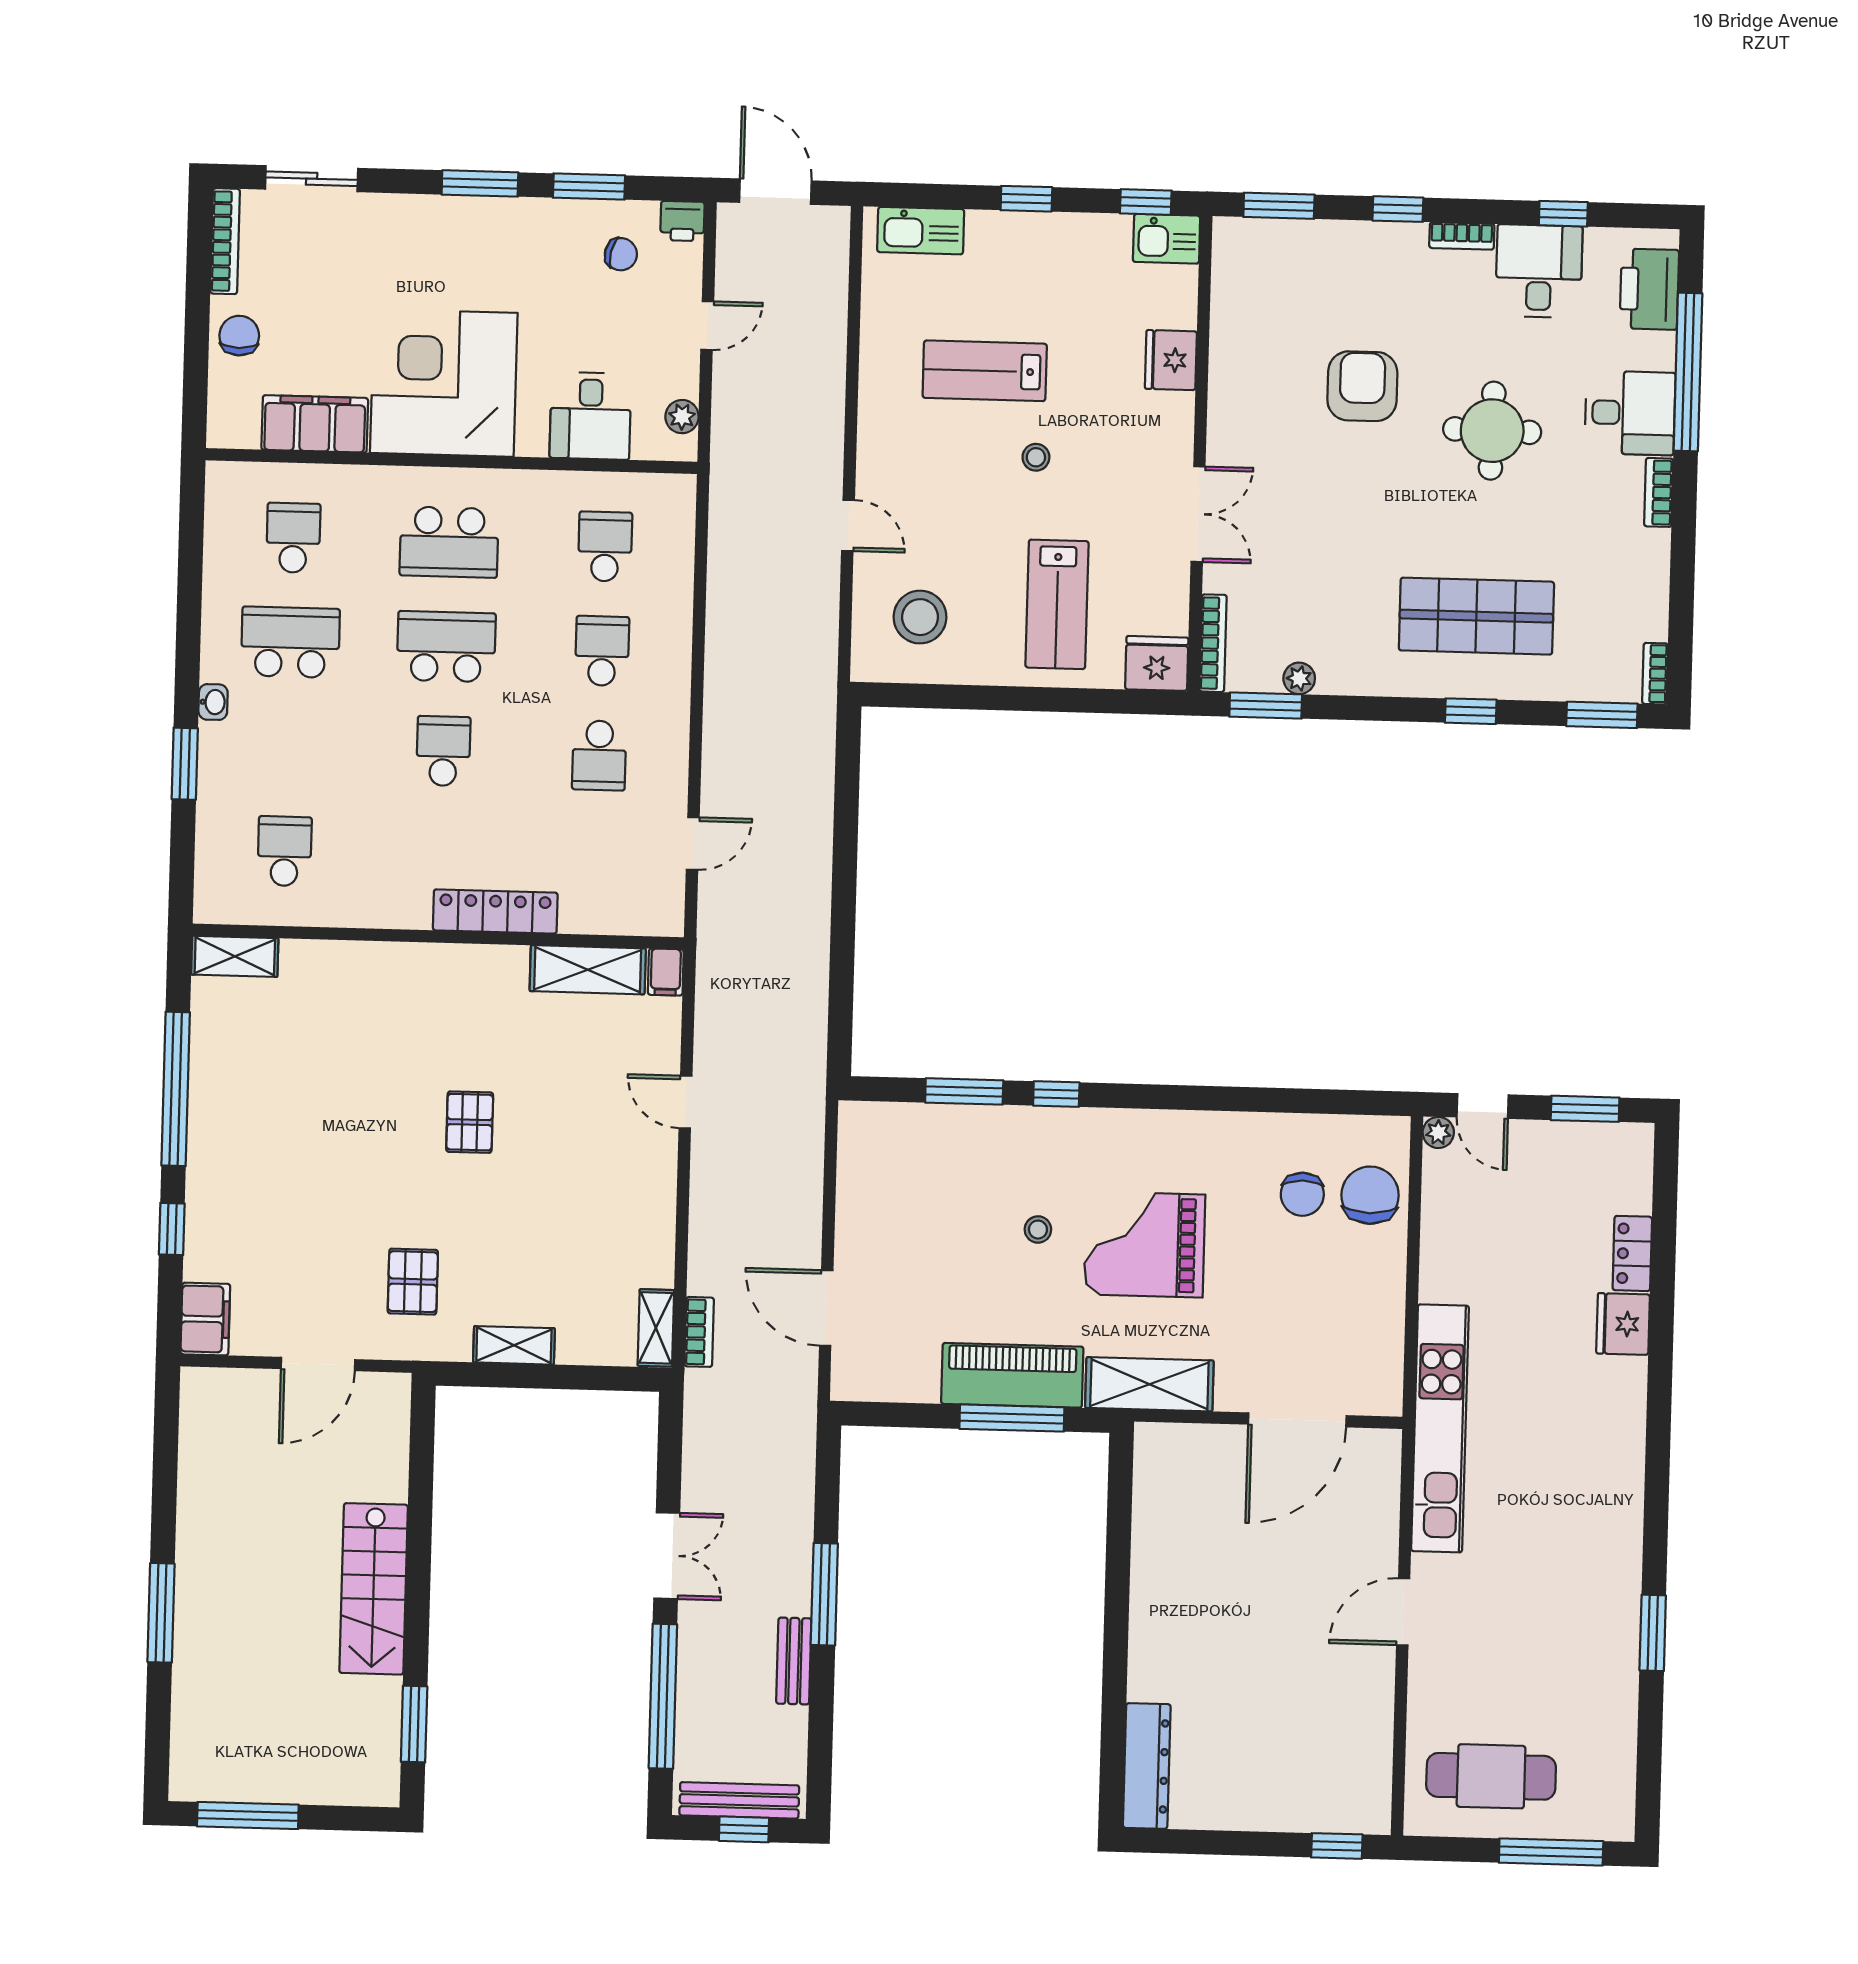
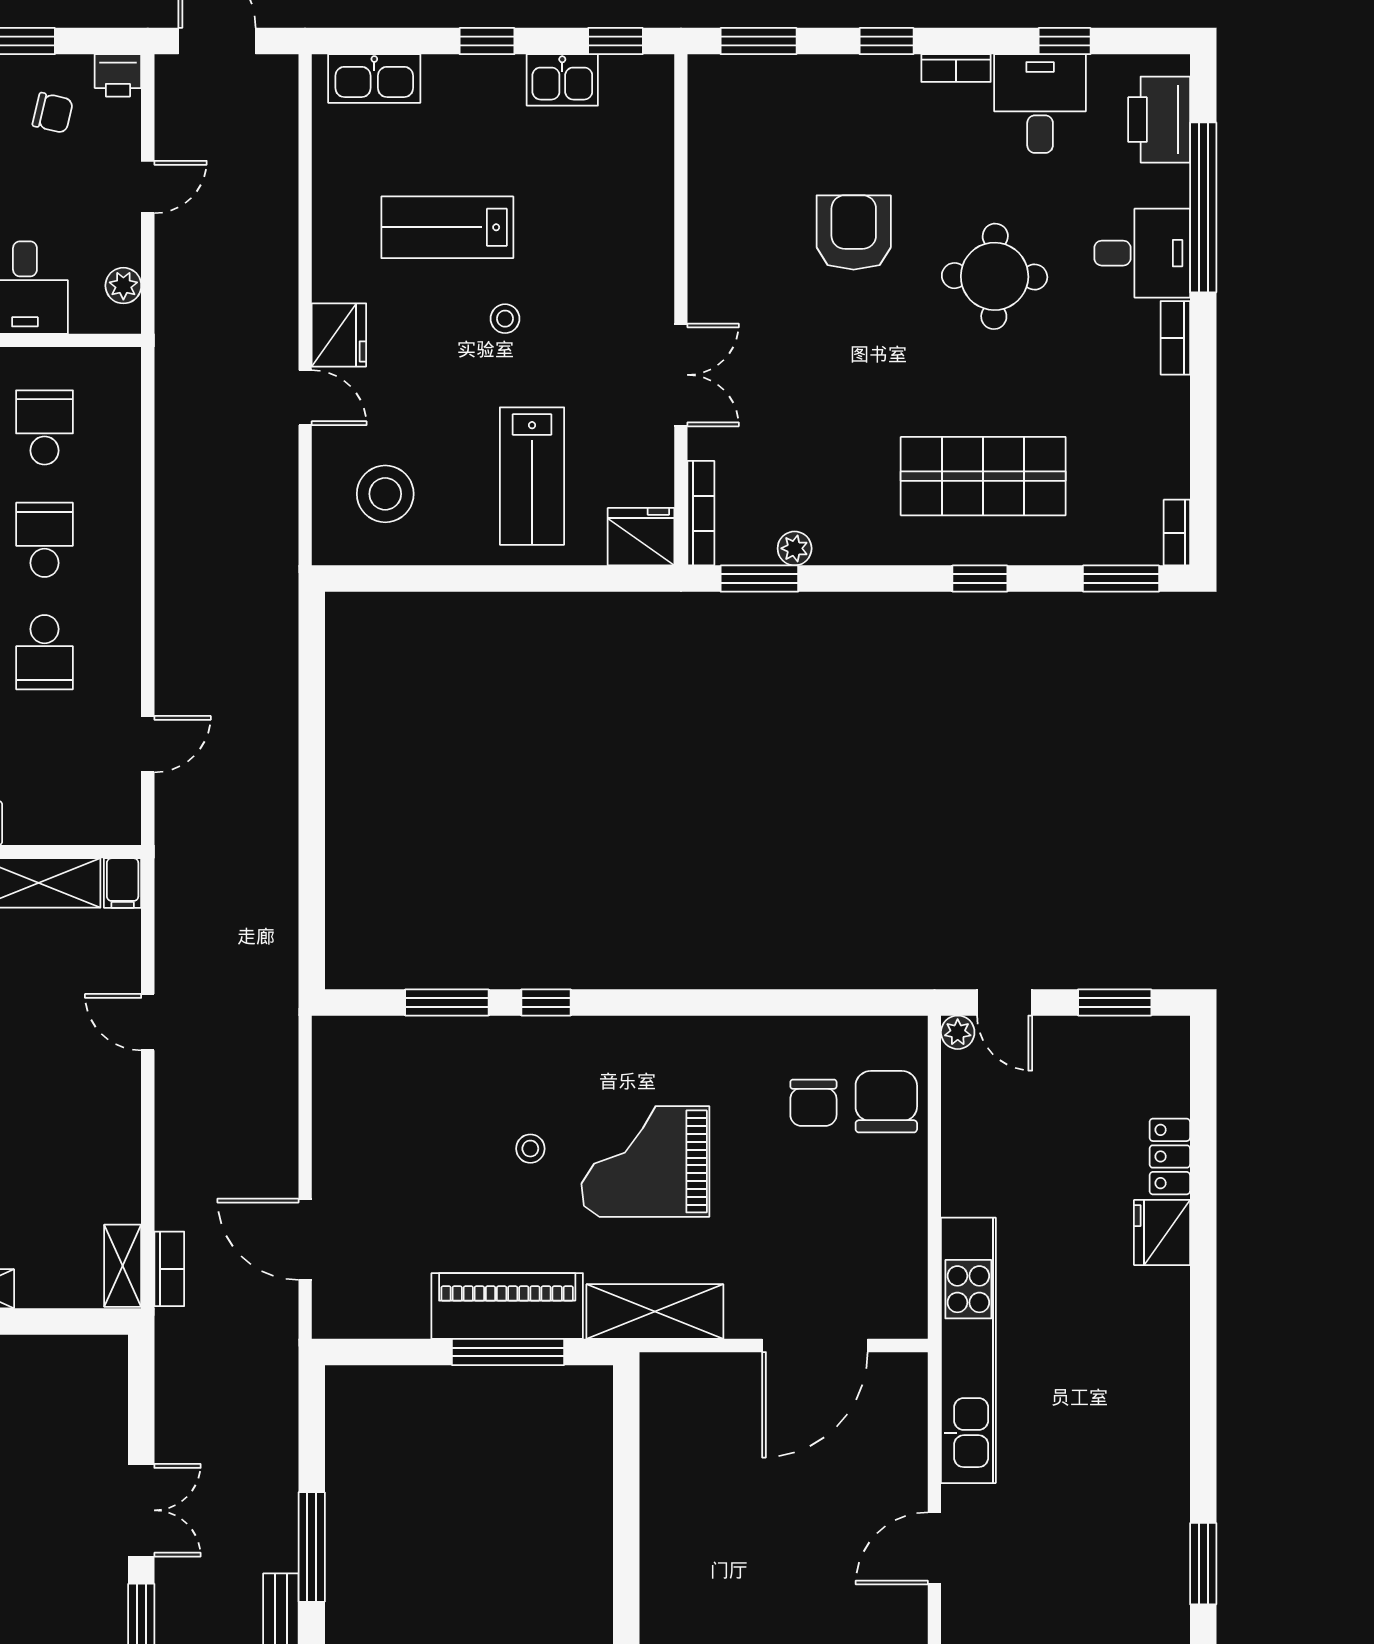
kitchen sink: (1167, 239) -> (562, 80), moved
fridge: (1171, 360) -> (339, 335), moved, turned 180

